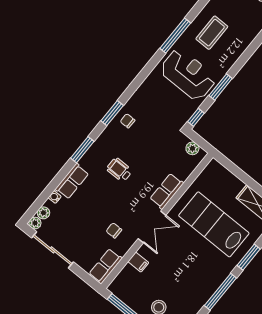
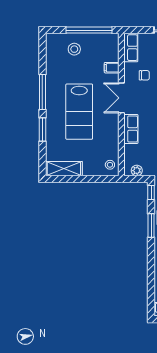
stool: (213, 174) -> (110, 165), added
lab bench: (214, 224) -> (79, 112), moved, turned 90

